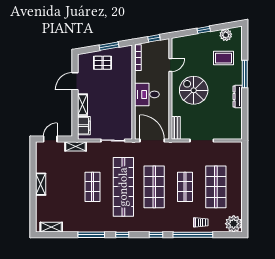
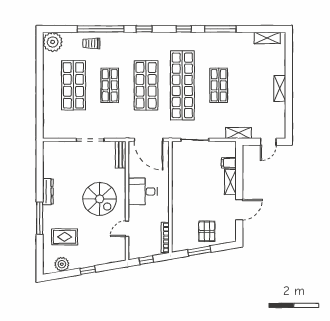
pallet: (103, 63) -> (207, 231), turned 90
desk: (147, 94) -> (143, 191), moved, turned 180
filing cabinet: (84, 126) -> (229, 163), width x0.50

